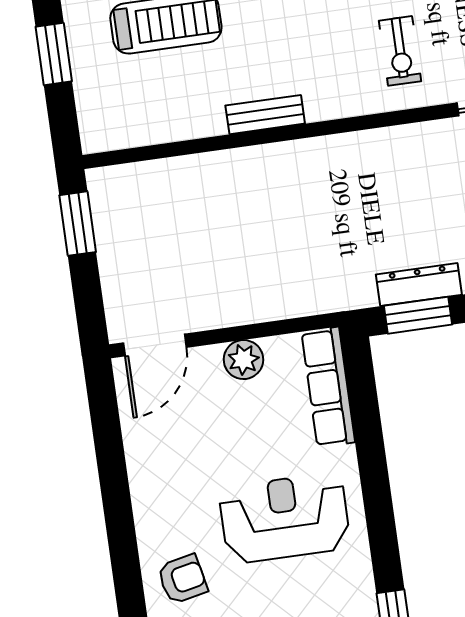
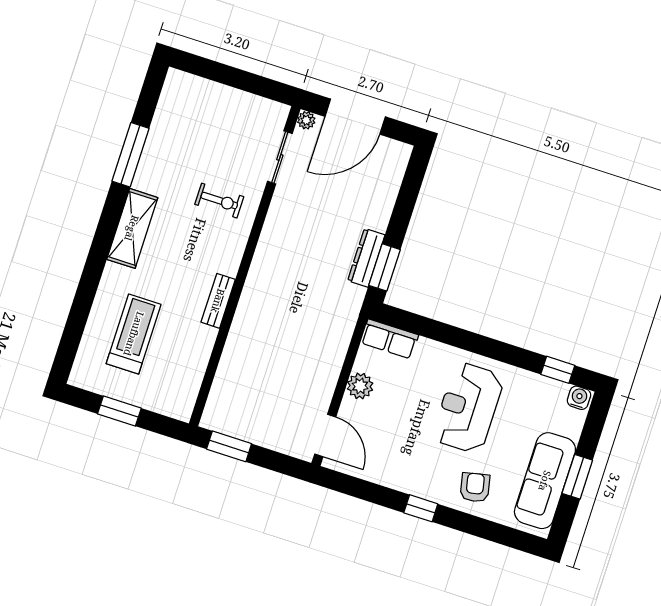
row of seats: (328, 387) -> (389, 339), width x0.68
window: (119, 520) -> (421, 508), added

